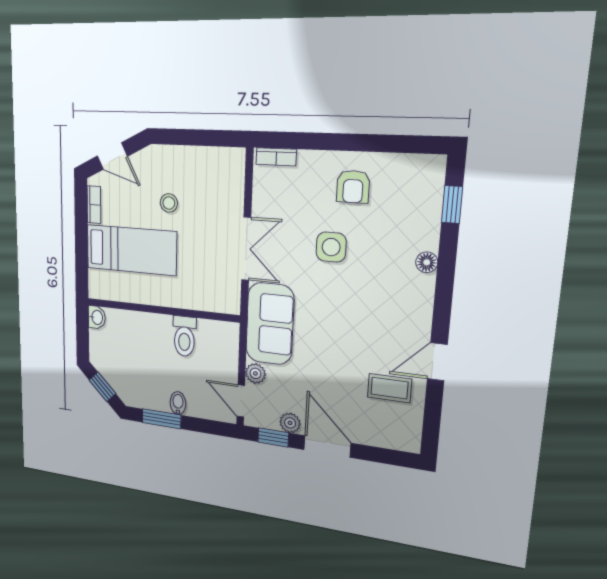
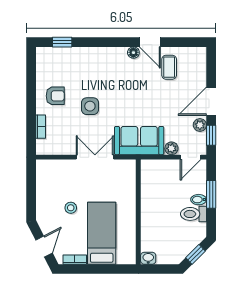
bookcase: (276, 157) -> (41, 127), moved
floor lamp: (427, 262) -> (133, 53), moved
toilet: (184, 336) -> (194, 214), moved, turned 180
window: (162, 419) -> (211, 194), moved

